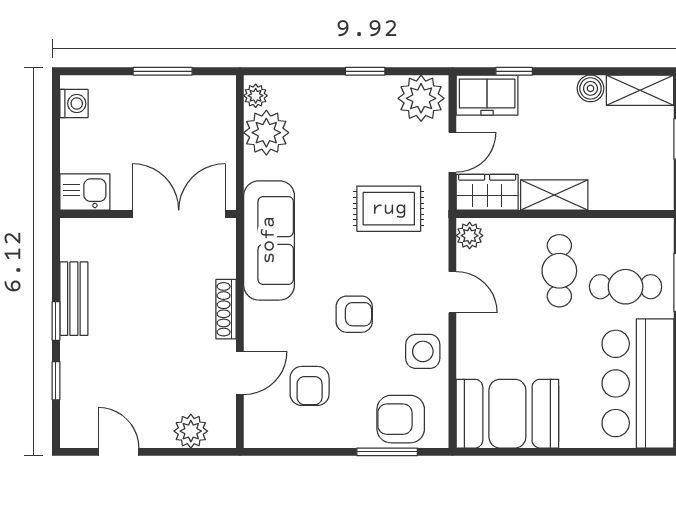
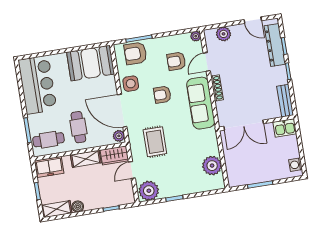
freezer: (487, 95) -> (49, 167), moved, turned 180
plant: (256, 96) -> (196, 36), moved
rug: (389, 209) -> (155, 142), turned 90
sofa: (269, 240) -> (201, 103), moved
cafe table: (626, 287) -> (49, 140), moved
door: (452, 292) -> (122, 111), width x1.87
bench: (74, 299) -> (285, 101), moved
dresser: (77, 386) -> (275, 45), added
armchair: (310, 386) -> (176, 61), turned -90
armchair: (401, 419) -> (135, 53), turned 180

